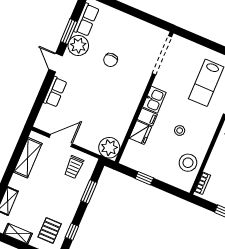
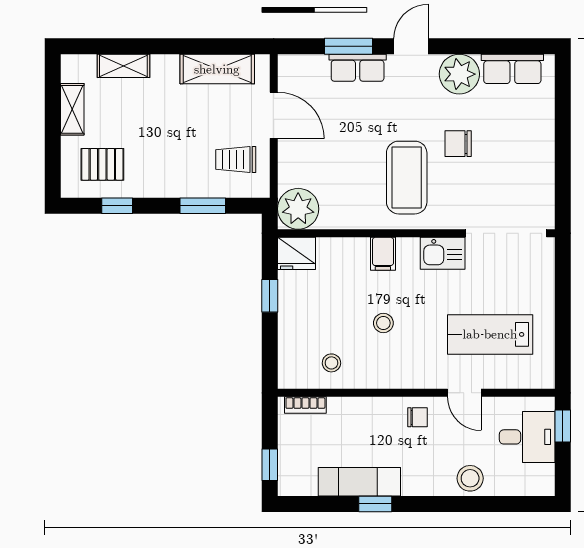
window: (69, 32) -> (348, 46), moved
coffee table: (116, 91) -> (407, 178), added
kitchen sink: (154, 100) -> (443, 253), moved
fridge: (140, 133) -> (297, 253), moved
stool: (188, 163) -> (331, 363), width x0.53, depth x0.53

